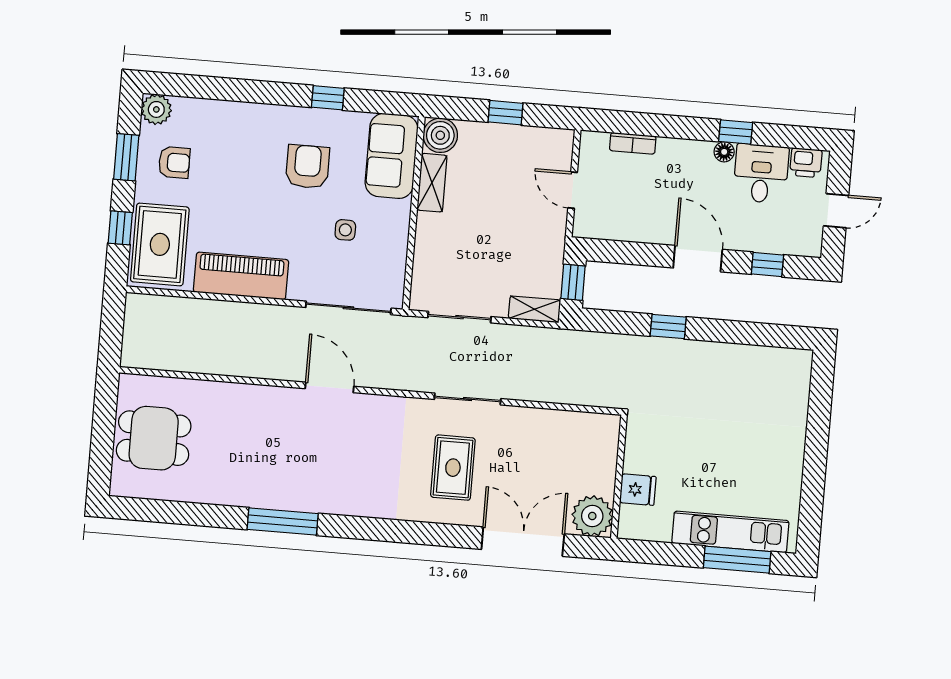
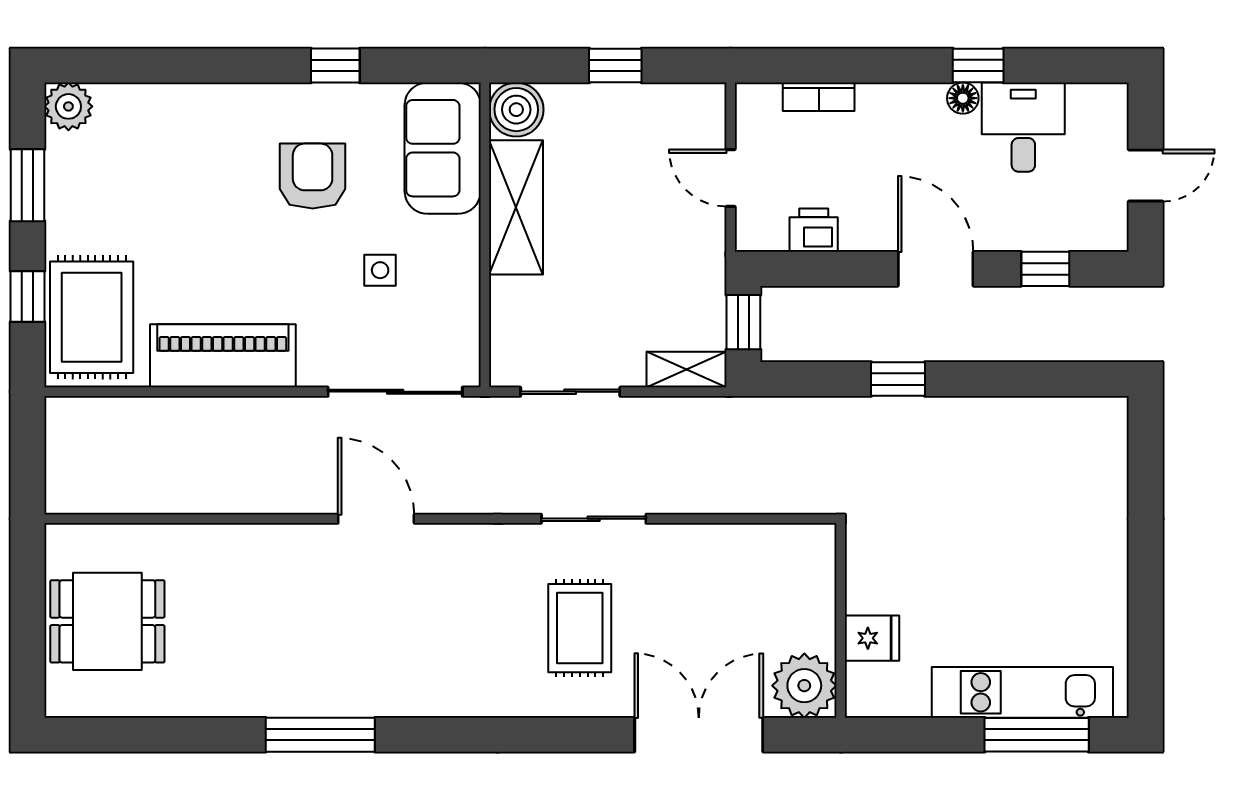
armchair: (174, 162) -> (103, 187), removed
printer: (806, 163) -> (814, 230), moved, turned 180
shelving: (432, 183) -> (516, 207), width x1.50, depth x1.33

